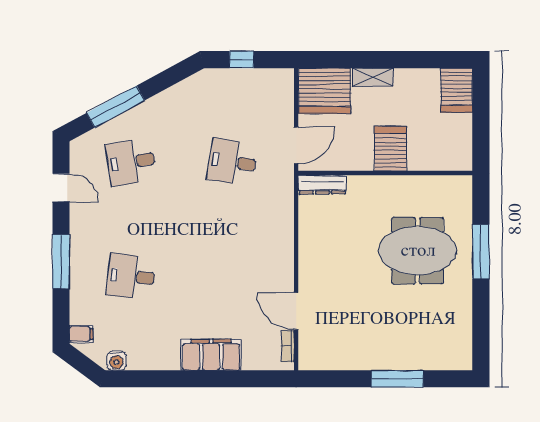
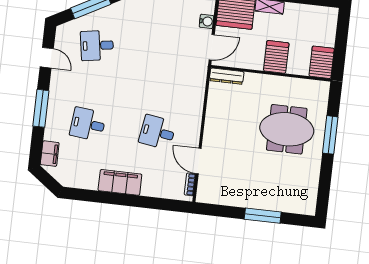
server rack: (457, 90) -> (322, 62), moved, turned 180
desk: (232, 162) -> (157, 132), moved
filing cabinet: (81, 334) -> (50, 154), width x2.00
filing cabinet: (211, 355) -> (120, 182), moved
water cooler: (116, 361) -> (206, 21), moved, turned -90

